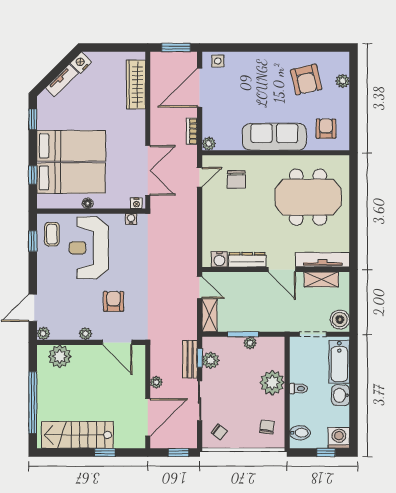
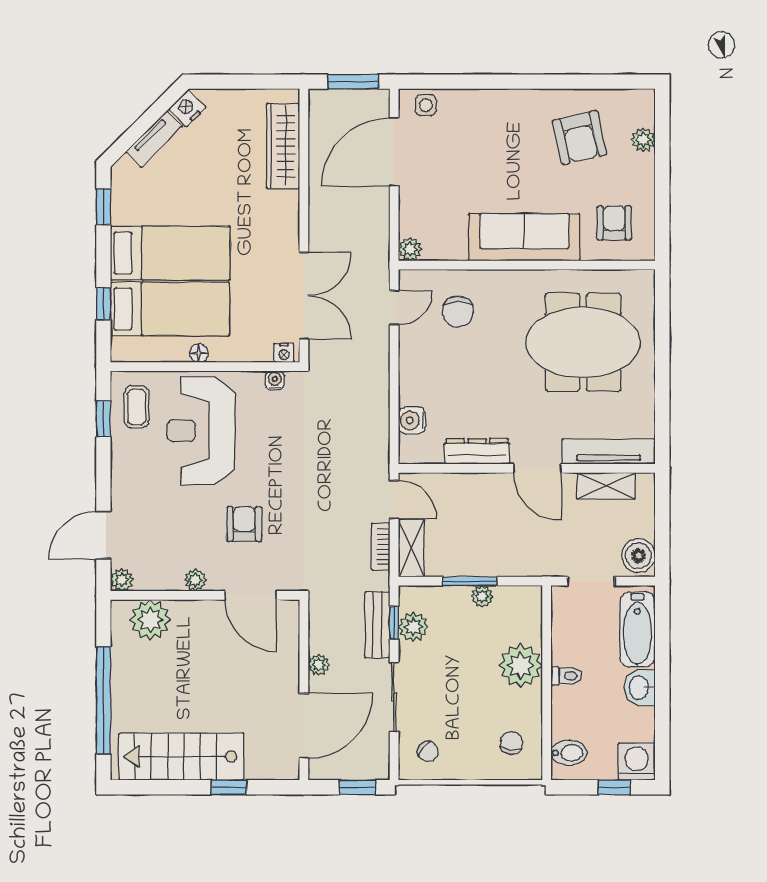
bookcase: (192, 131) -> (381, 547), moved
water cooler: (219, 259) -> (412, 420), moved, turned 90

